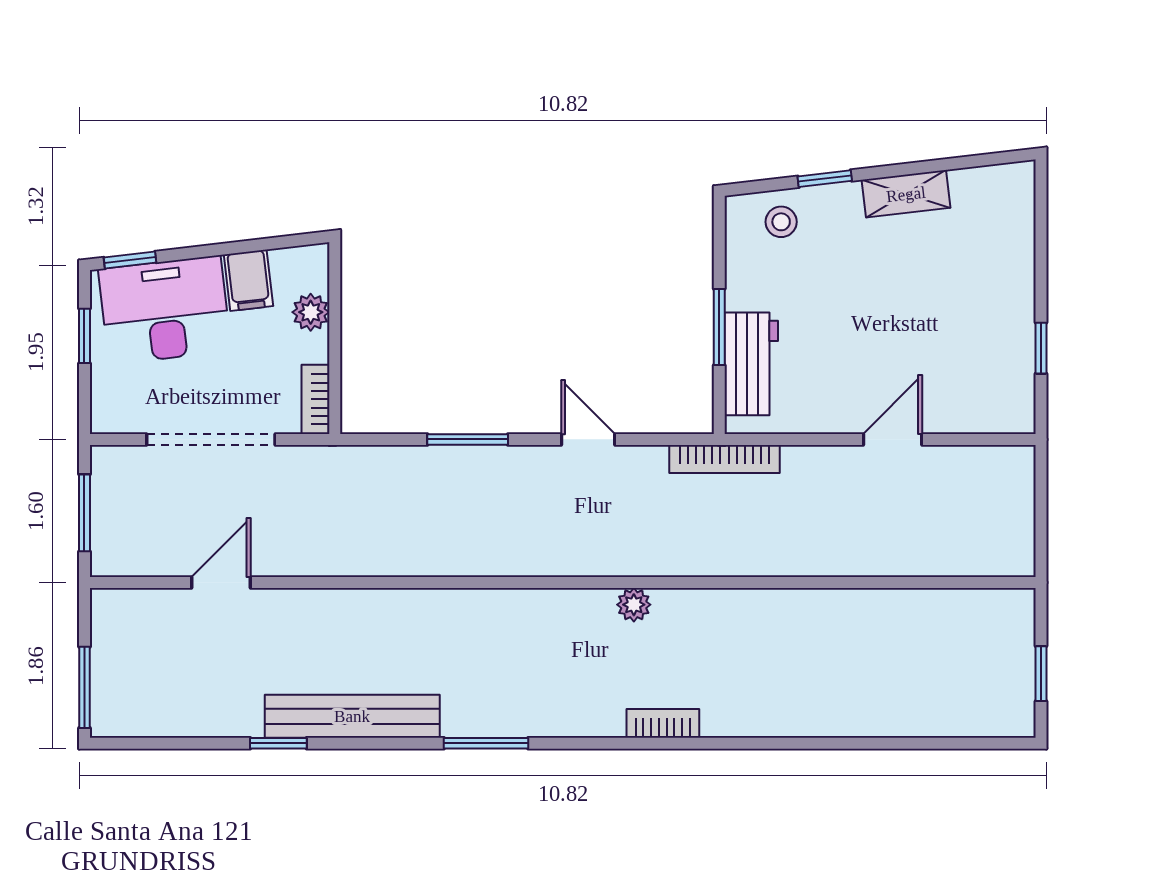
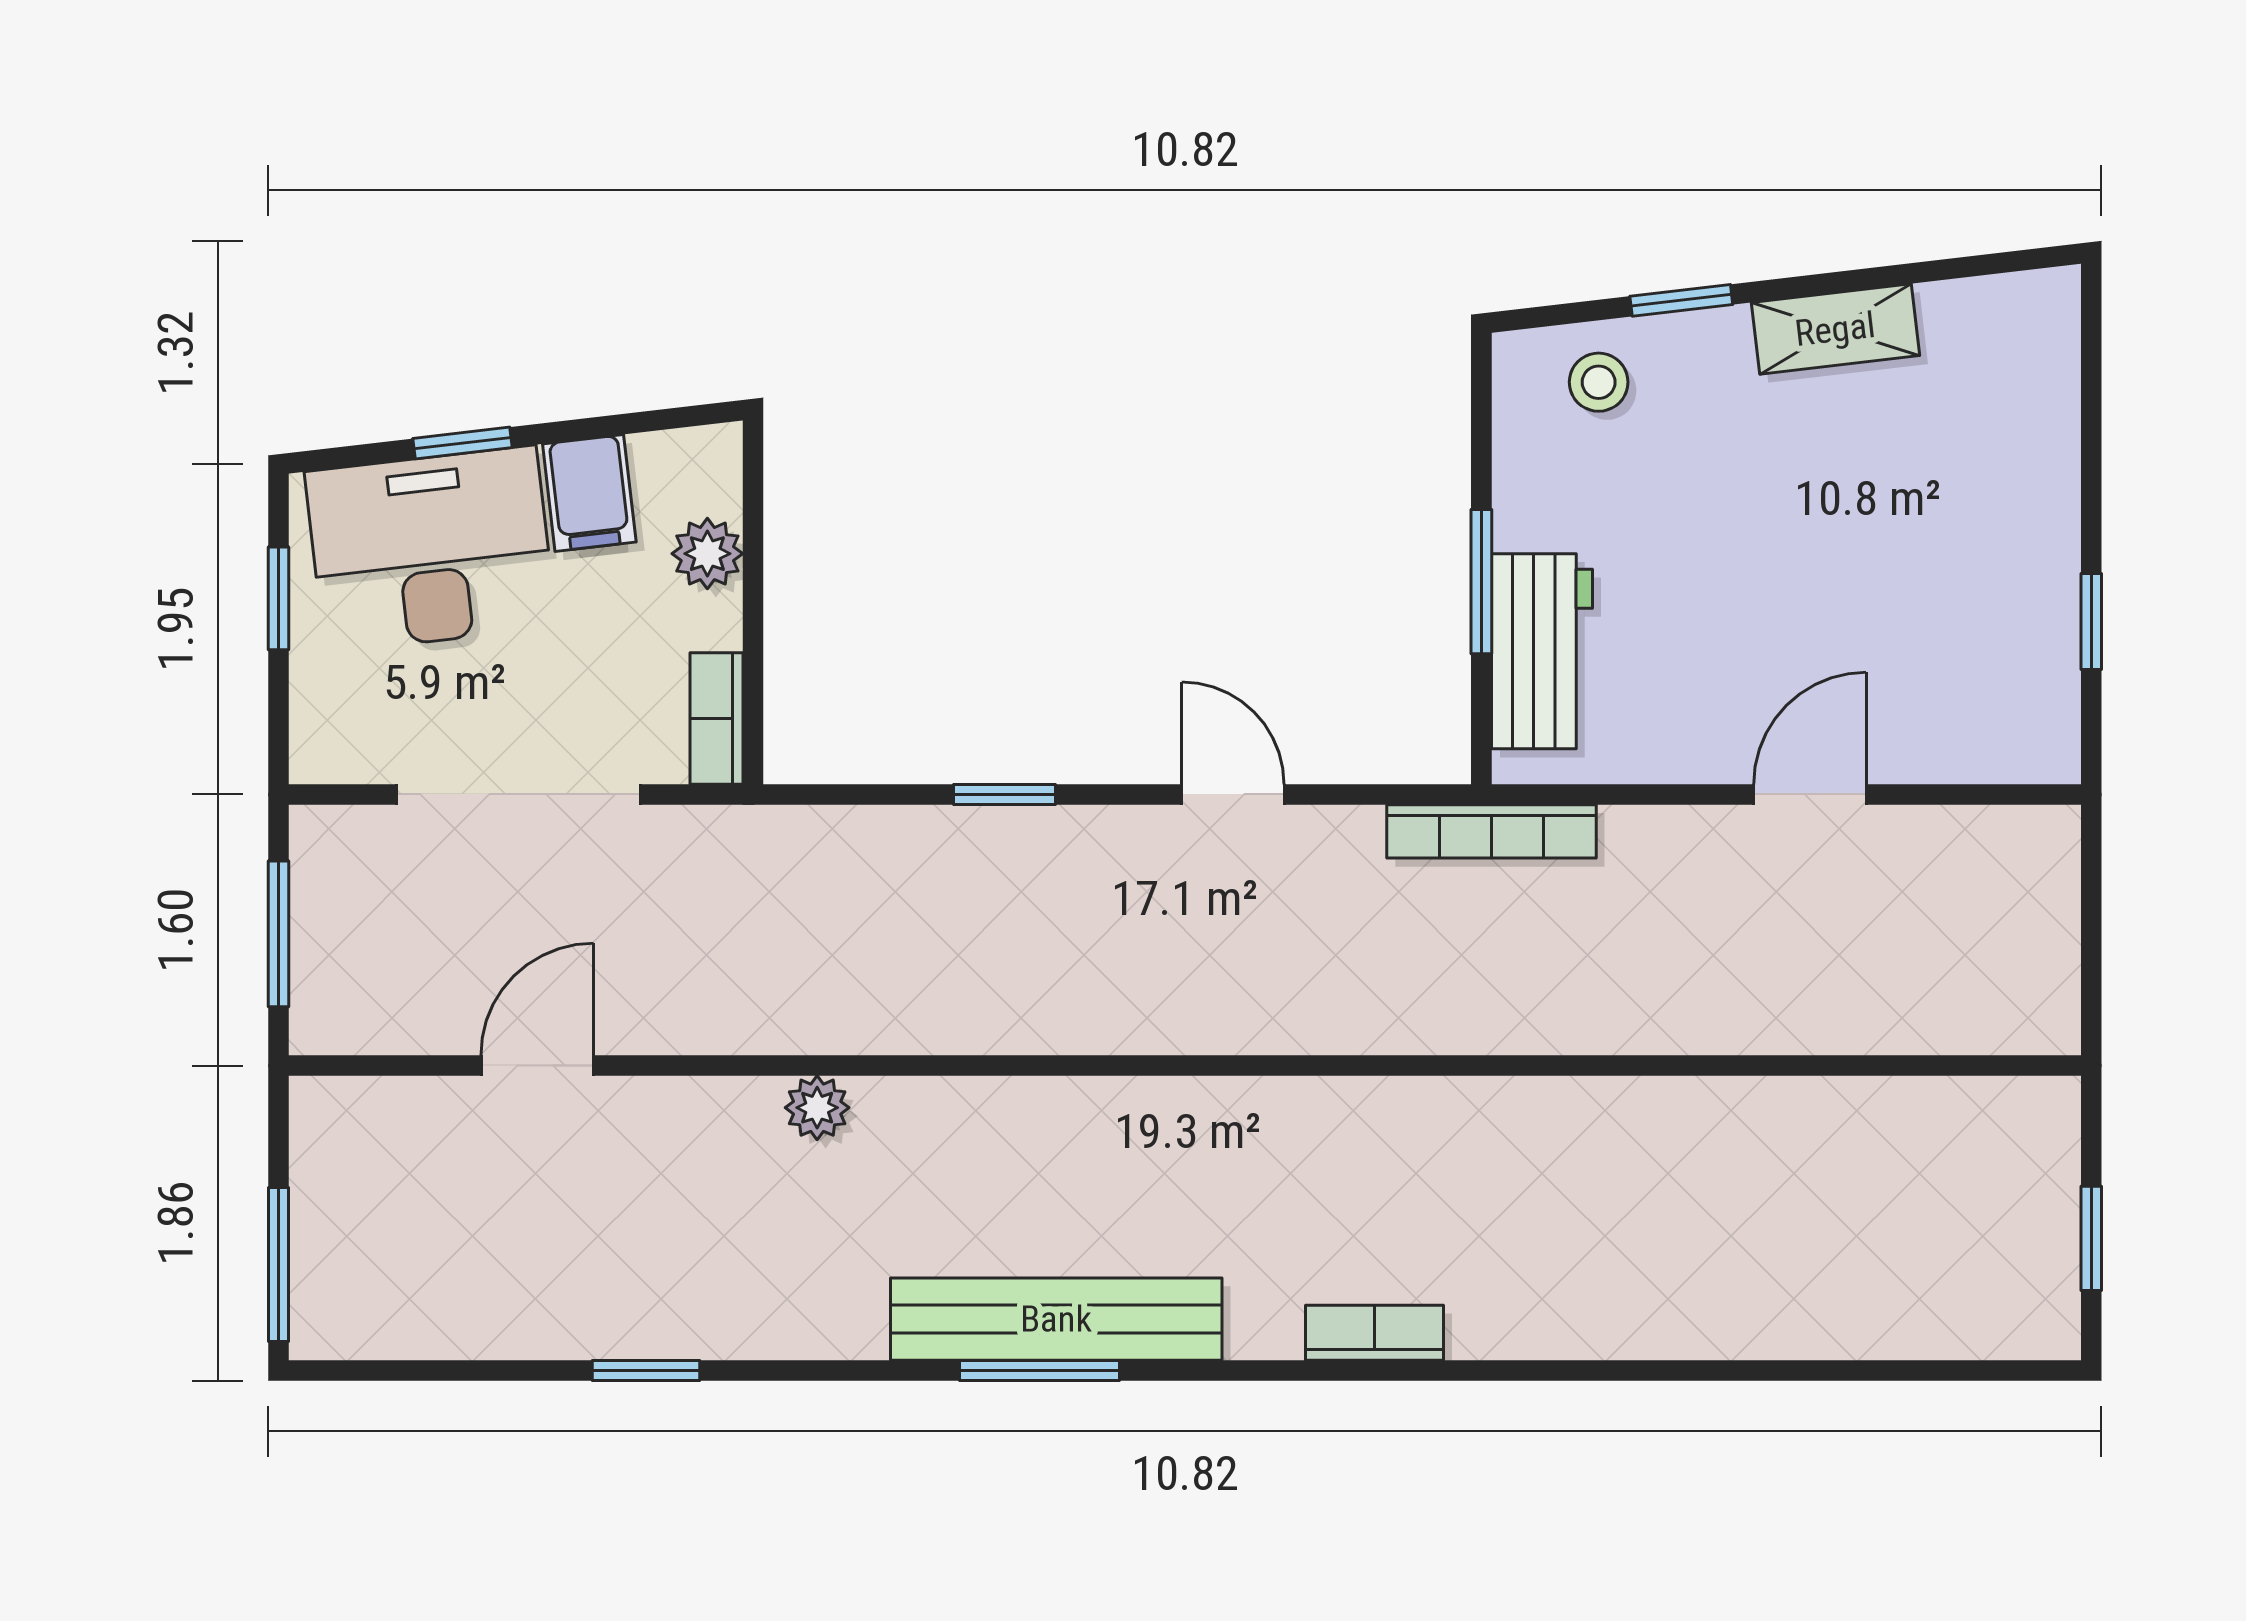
window: (130, 260) -> (463, 443), moved
window: (468, 439) -> (1005, 794), width x0.67
plant: (634, 605) -> (817, 1108), moved
bench: (352, 716) -> (1056, 1319), moved

